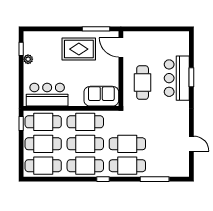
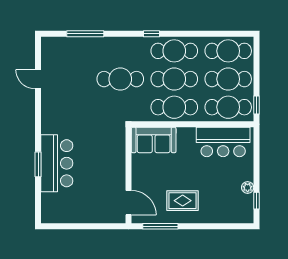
rug: (79, 49) -> (183, 201), width x0.73, depth x0.70
cafe table: (143, 83) -> (101, 158), removed
cafe table: (127, 166) -> (120, 51), removed

